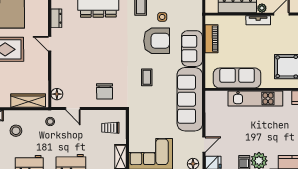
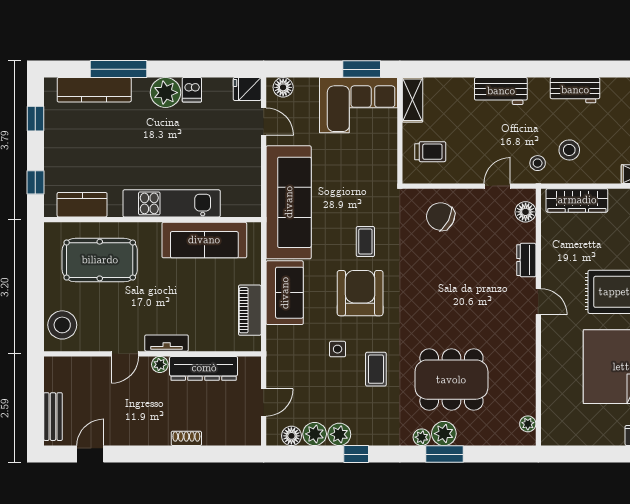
dresser: (56, 18) -> (526, 260), moved
armchair: (157, 41) -> (360, 293), moved, turned 90
chair: (105, 91) -> (441, 216), turned -63
door: (73, 109) -> (497, 186), hinge flipped
stool: (16, 131) -> (569, 150), moved
door: (204, 145) -> (264, 121), swing flipped

